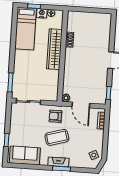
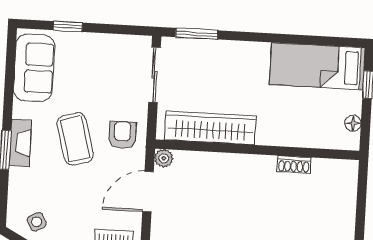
nightstand: (42, 13) -> (352, 102), removed
wardrobe: (54, 49) -> (210, 128), moved

